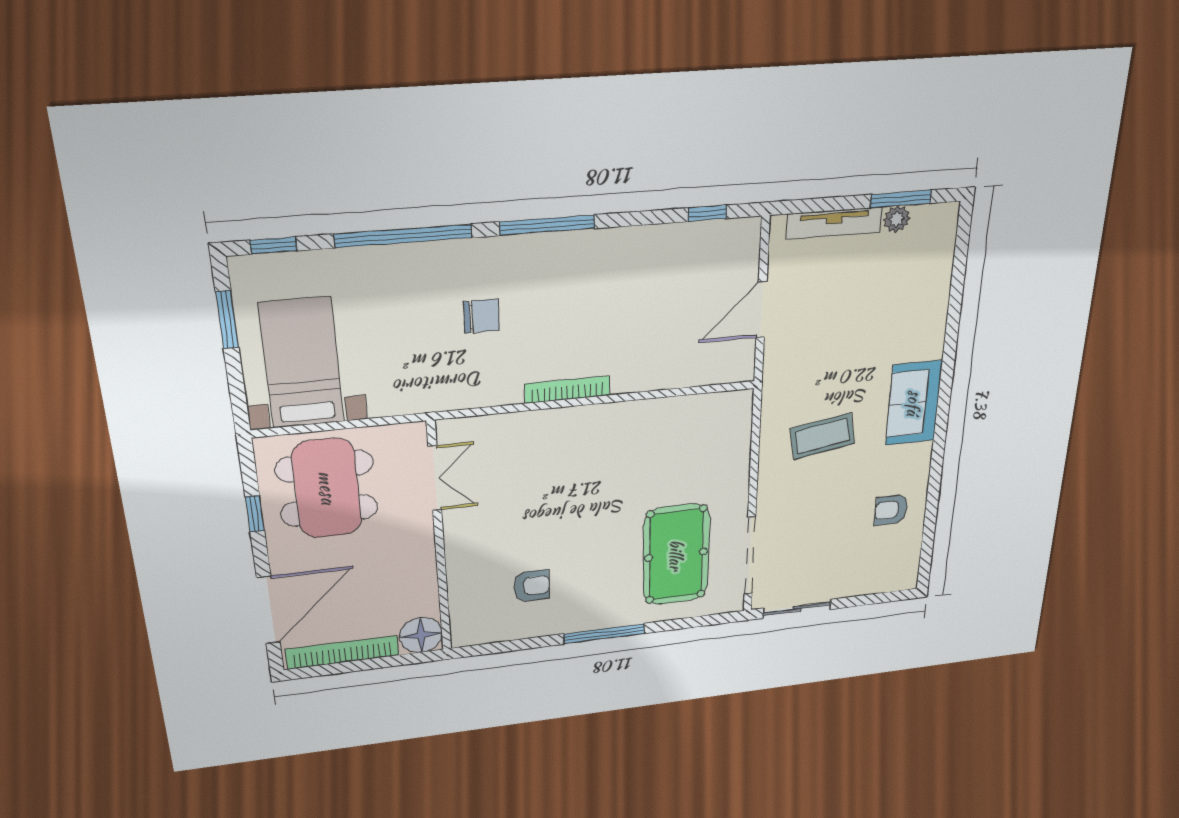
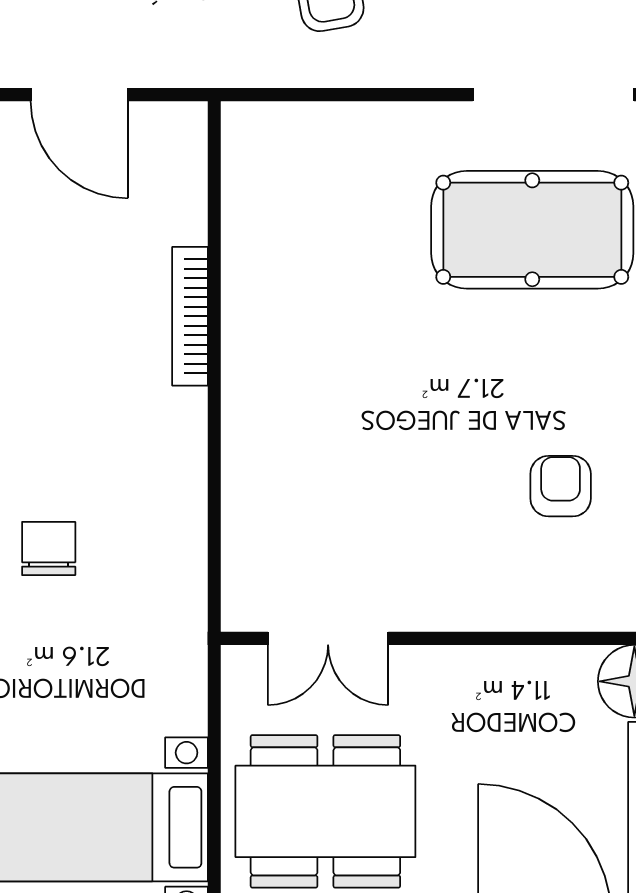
bookcase: (567, 390) -> (190, 316), moved
double door: (435, 478) -> (328, 638), swing flipped

